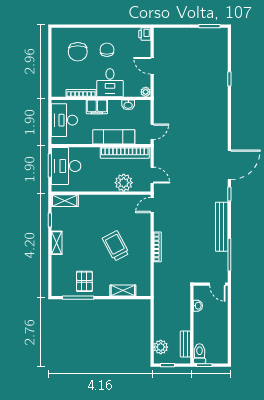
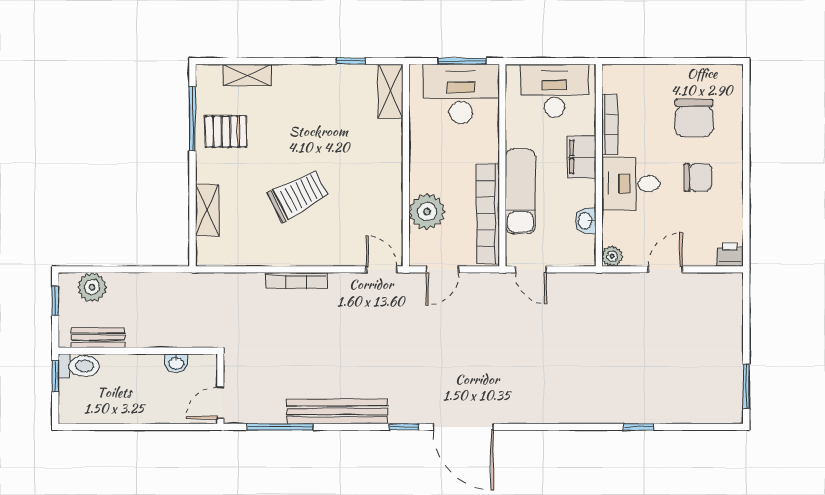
chair: (78, 52) -> (694, 118), turned -90
shelving: (57, 243) -> (247, 75), moved

